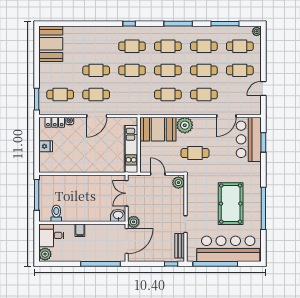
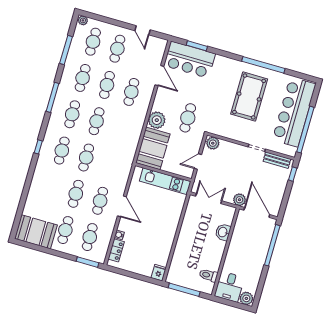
cafe table: (168, 95) -> (65, 230), moved
fridge: (46, 146) -> (159, 273), moved
double door: (127, 193) -> (209, 198), swing flipped
pool table: (231, 204) -> (249, 96), turned 90
washbasin: (118, 215) -> (223, 232), moved
filing cabinet: (80, 230) -> (232, 256), removed

